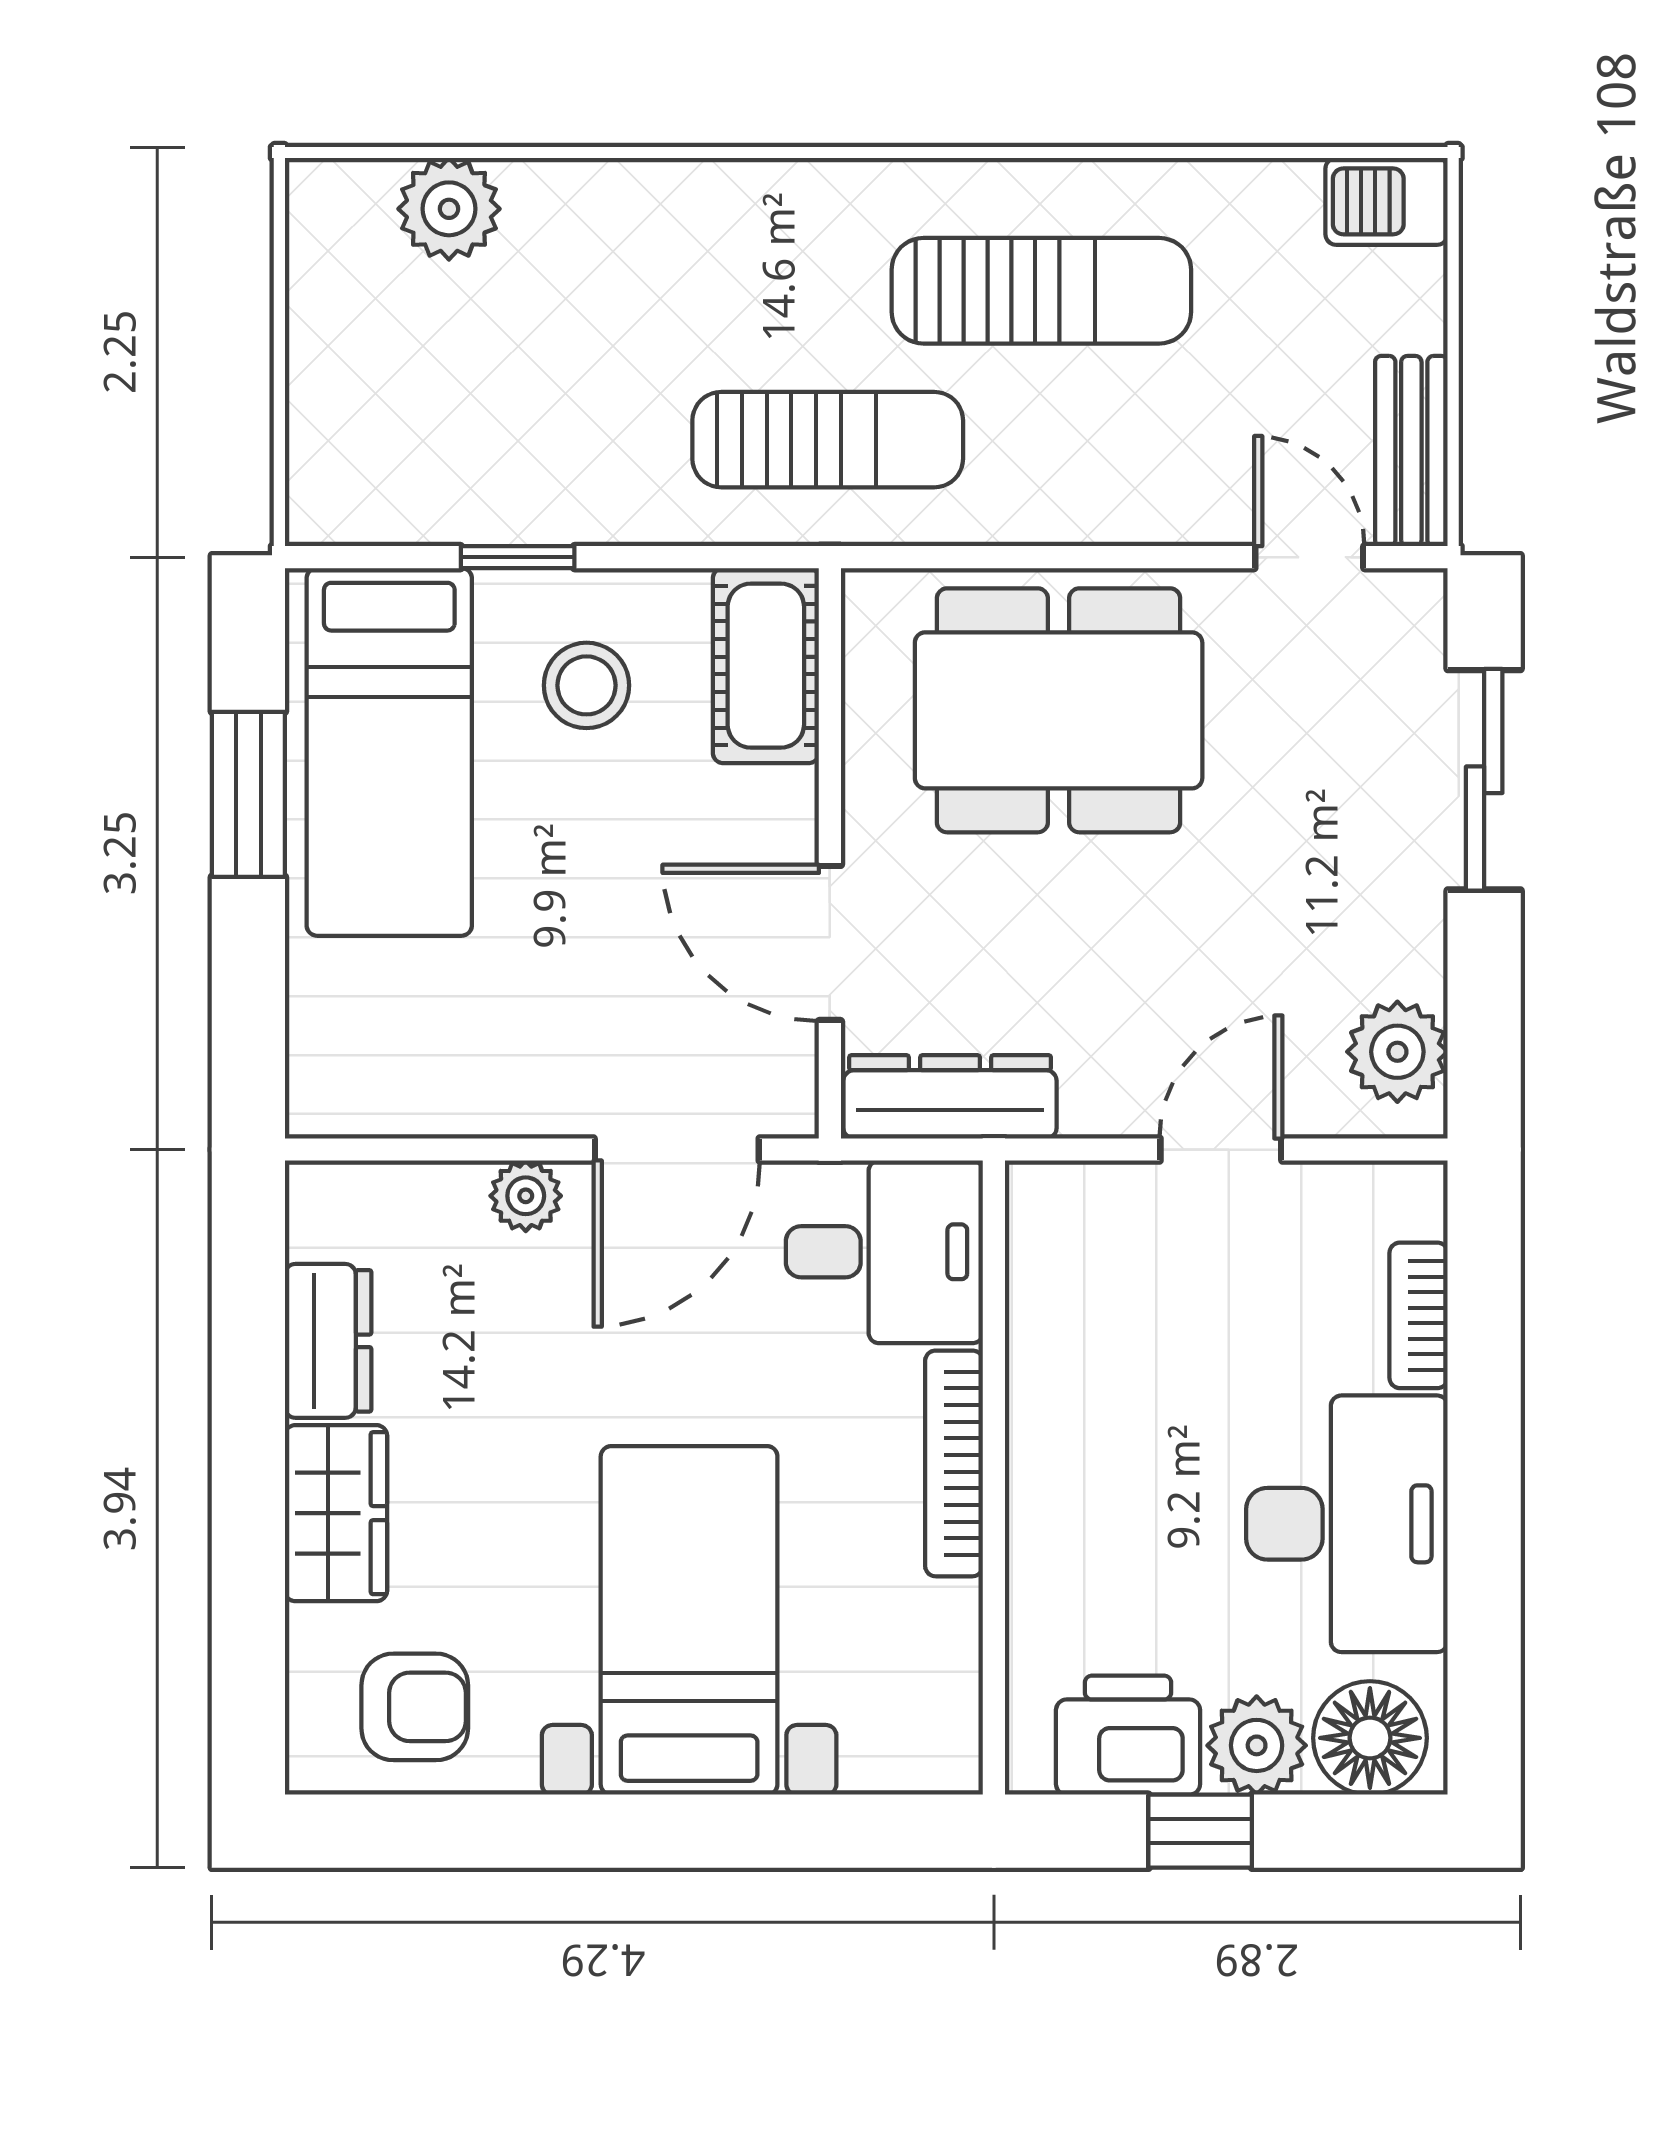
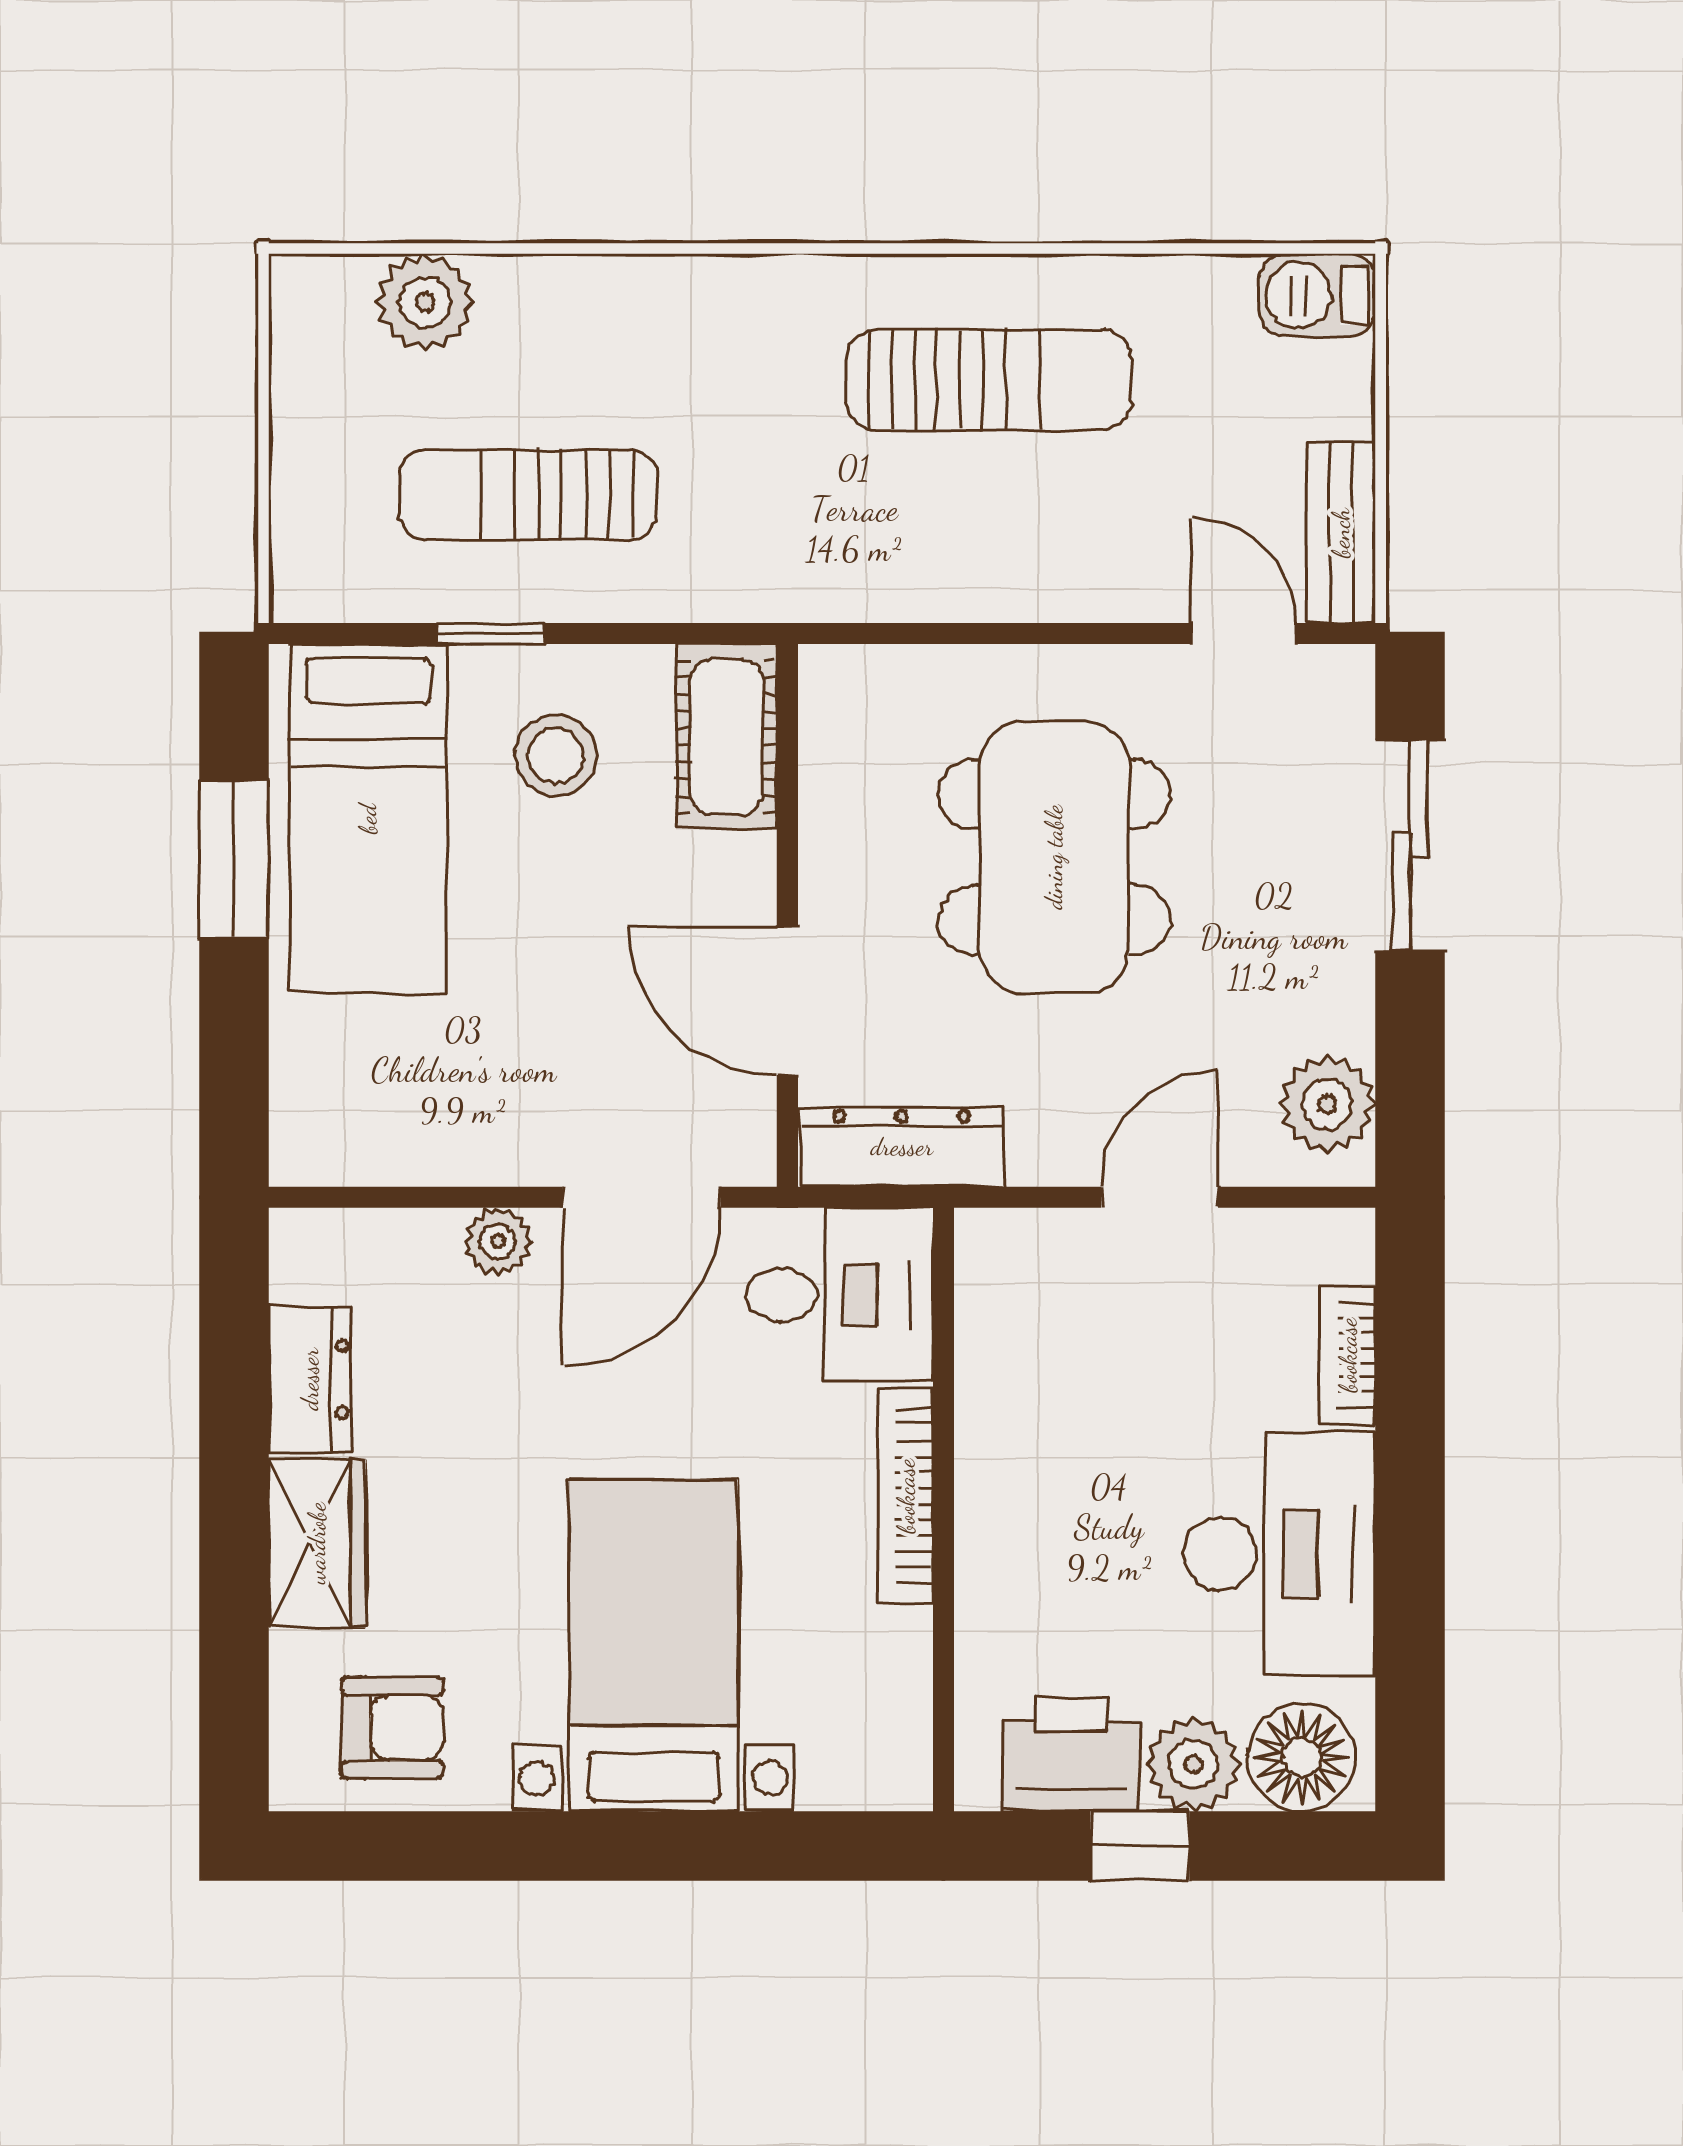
sun lounger: (828, 440) -> (528, 495), moved, turned 180
dining table: (1059, 710) -> (1054, 857), moved, turned 90

